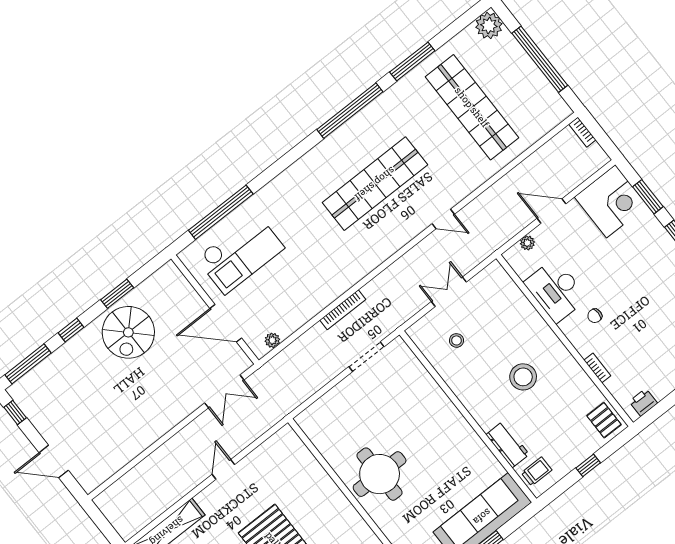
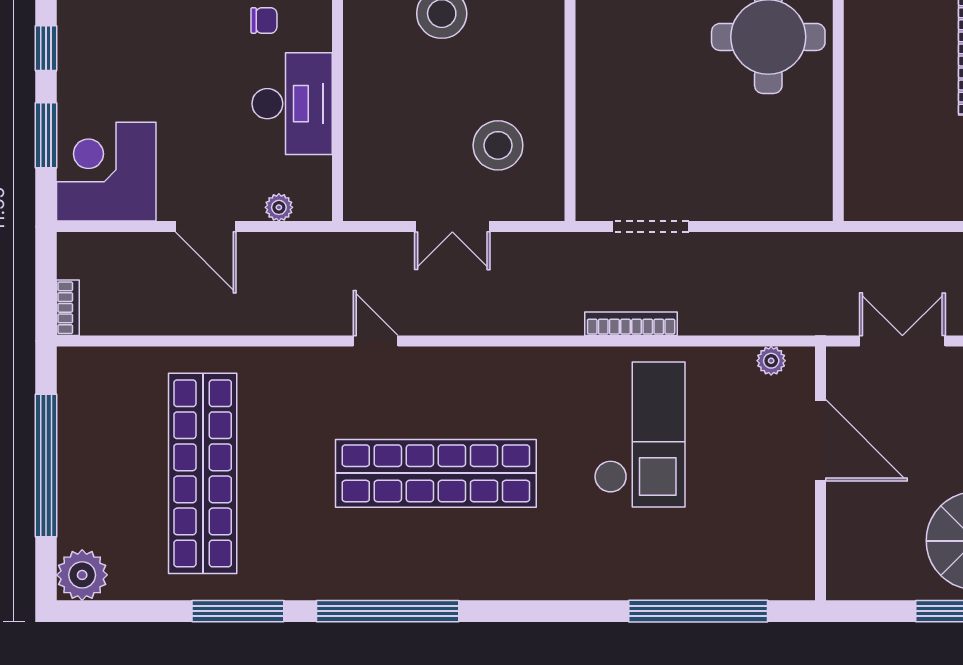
checkout: (240, 253) -> (640, 434), moved, turned 90
stool: (456, 340) -> (498, 145), width x1.89, depth x1.89

